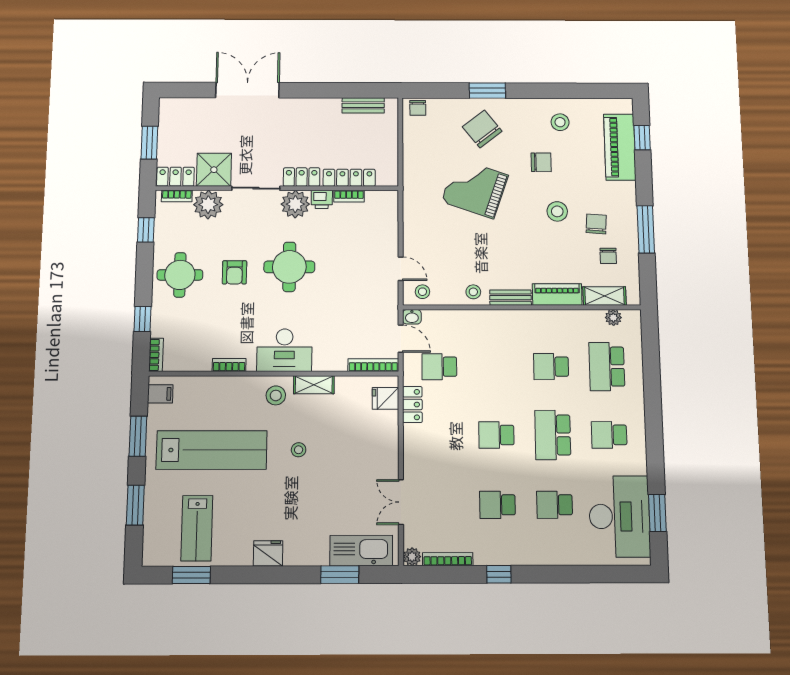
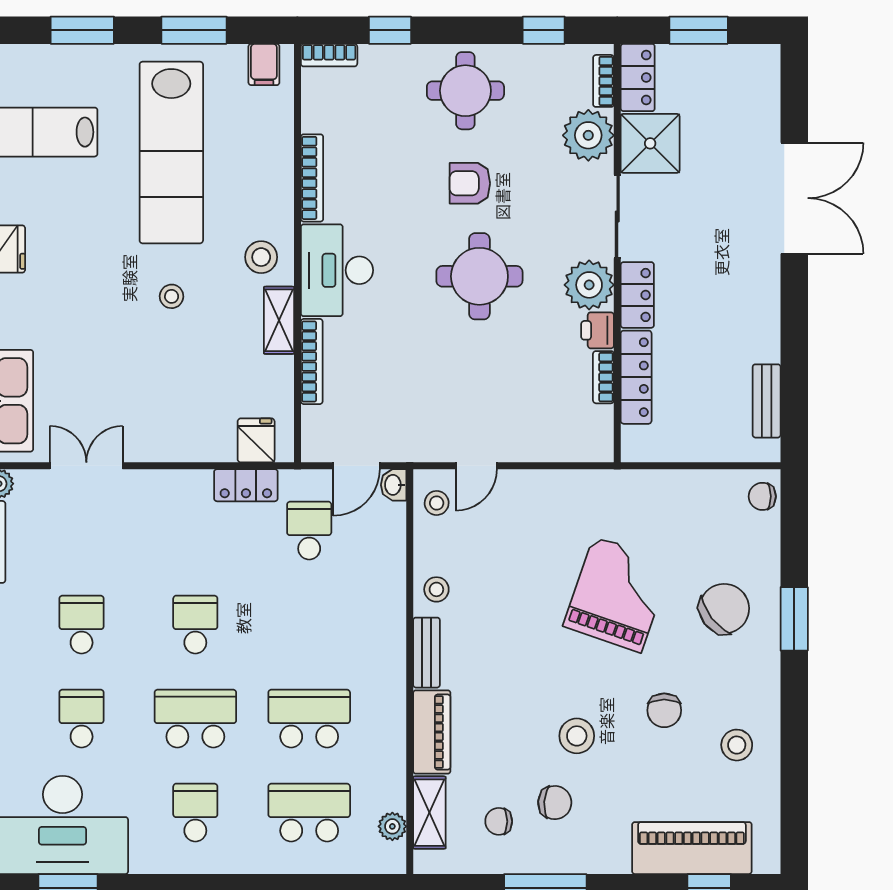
bookcase: (229, 365) -> (312, 178), width x1.56
bookcase: (373, 365) -> (312, 361), moved
school desk: (551, 367) -> (309, 719), width x1.85

